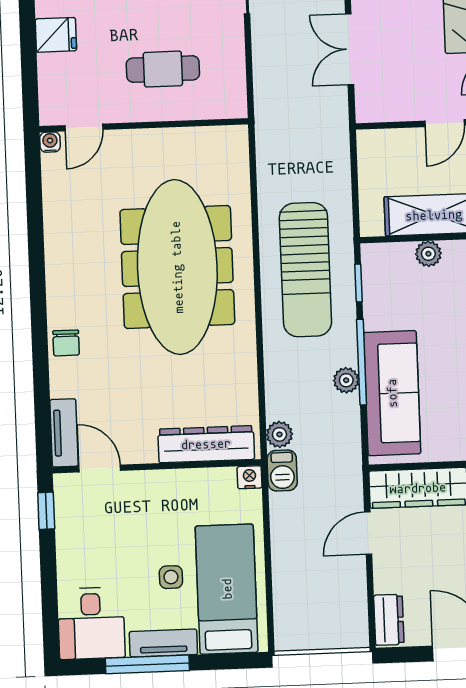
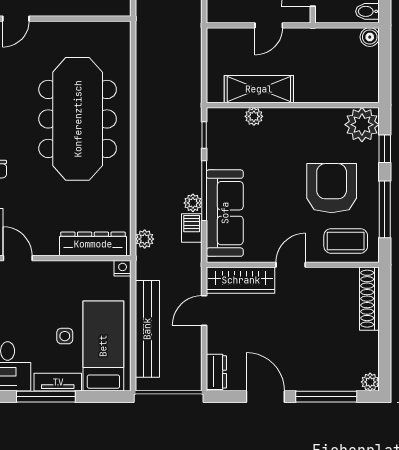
sun lounger: (305, 270) -> (167, 124), removed
barbecue: (282, 471) -> (192, 228), moved, turned 180
bench: (288, 562) -> (147, 329), added

